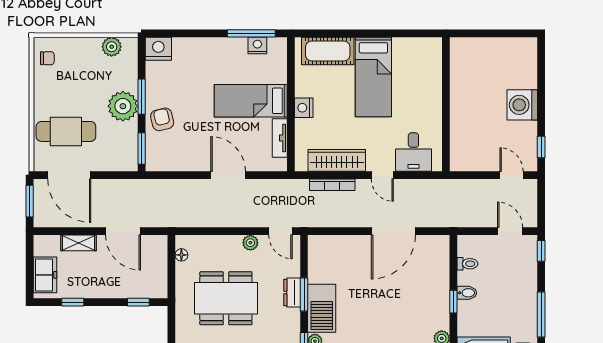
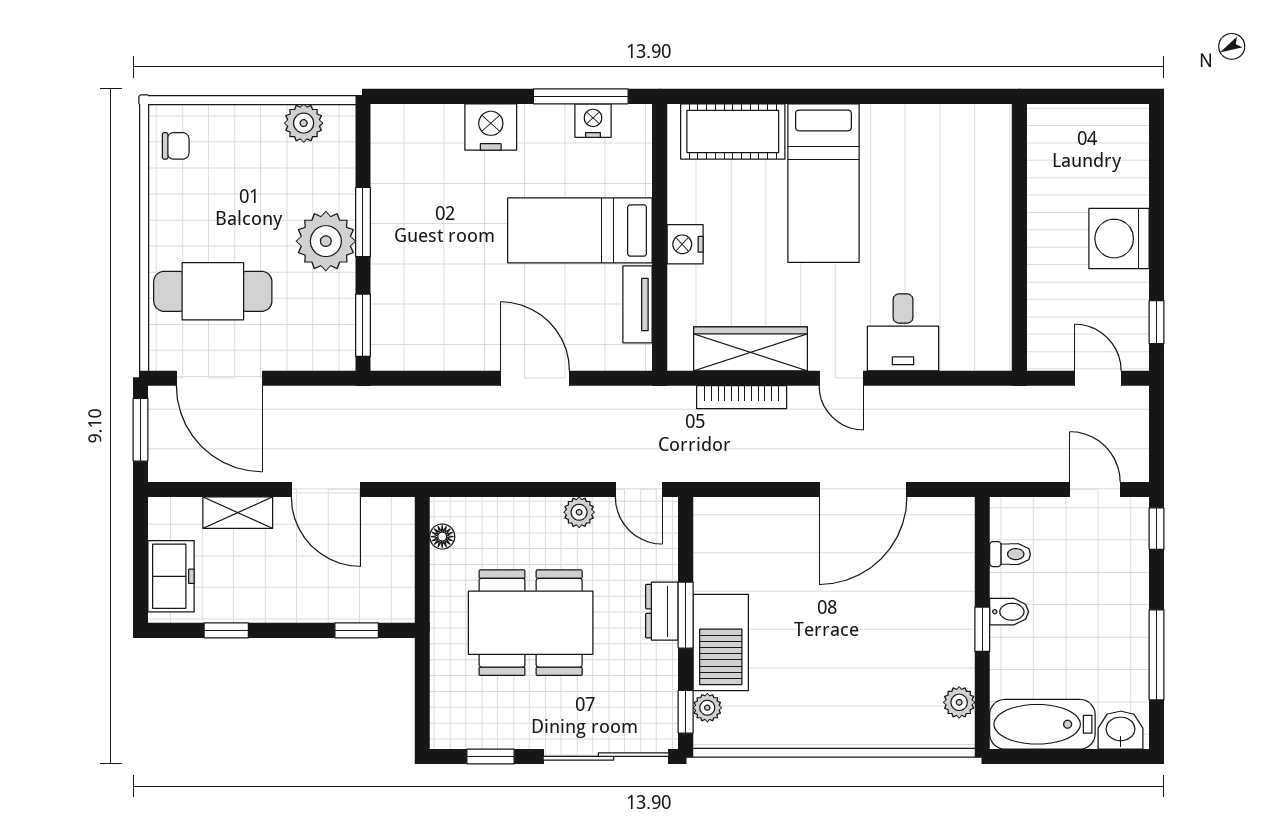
nightstand: (158, 49) -> (491, 127), moved
wall: (446, 104) -> (1019, 237), moved
armchair: (162, 119) -> (404, 267), removed

